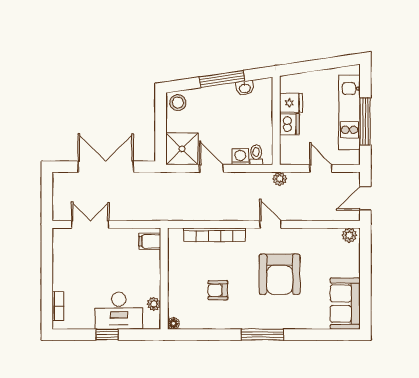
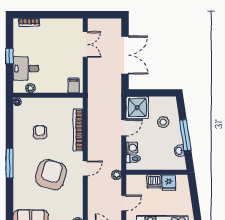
stool: (178, 103) -> (163, 122), moved
armchair: (280, 274) -> (51, 175), turned 106
desk: (119, 311) -> (26, 68), width x0.73

